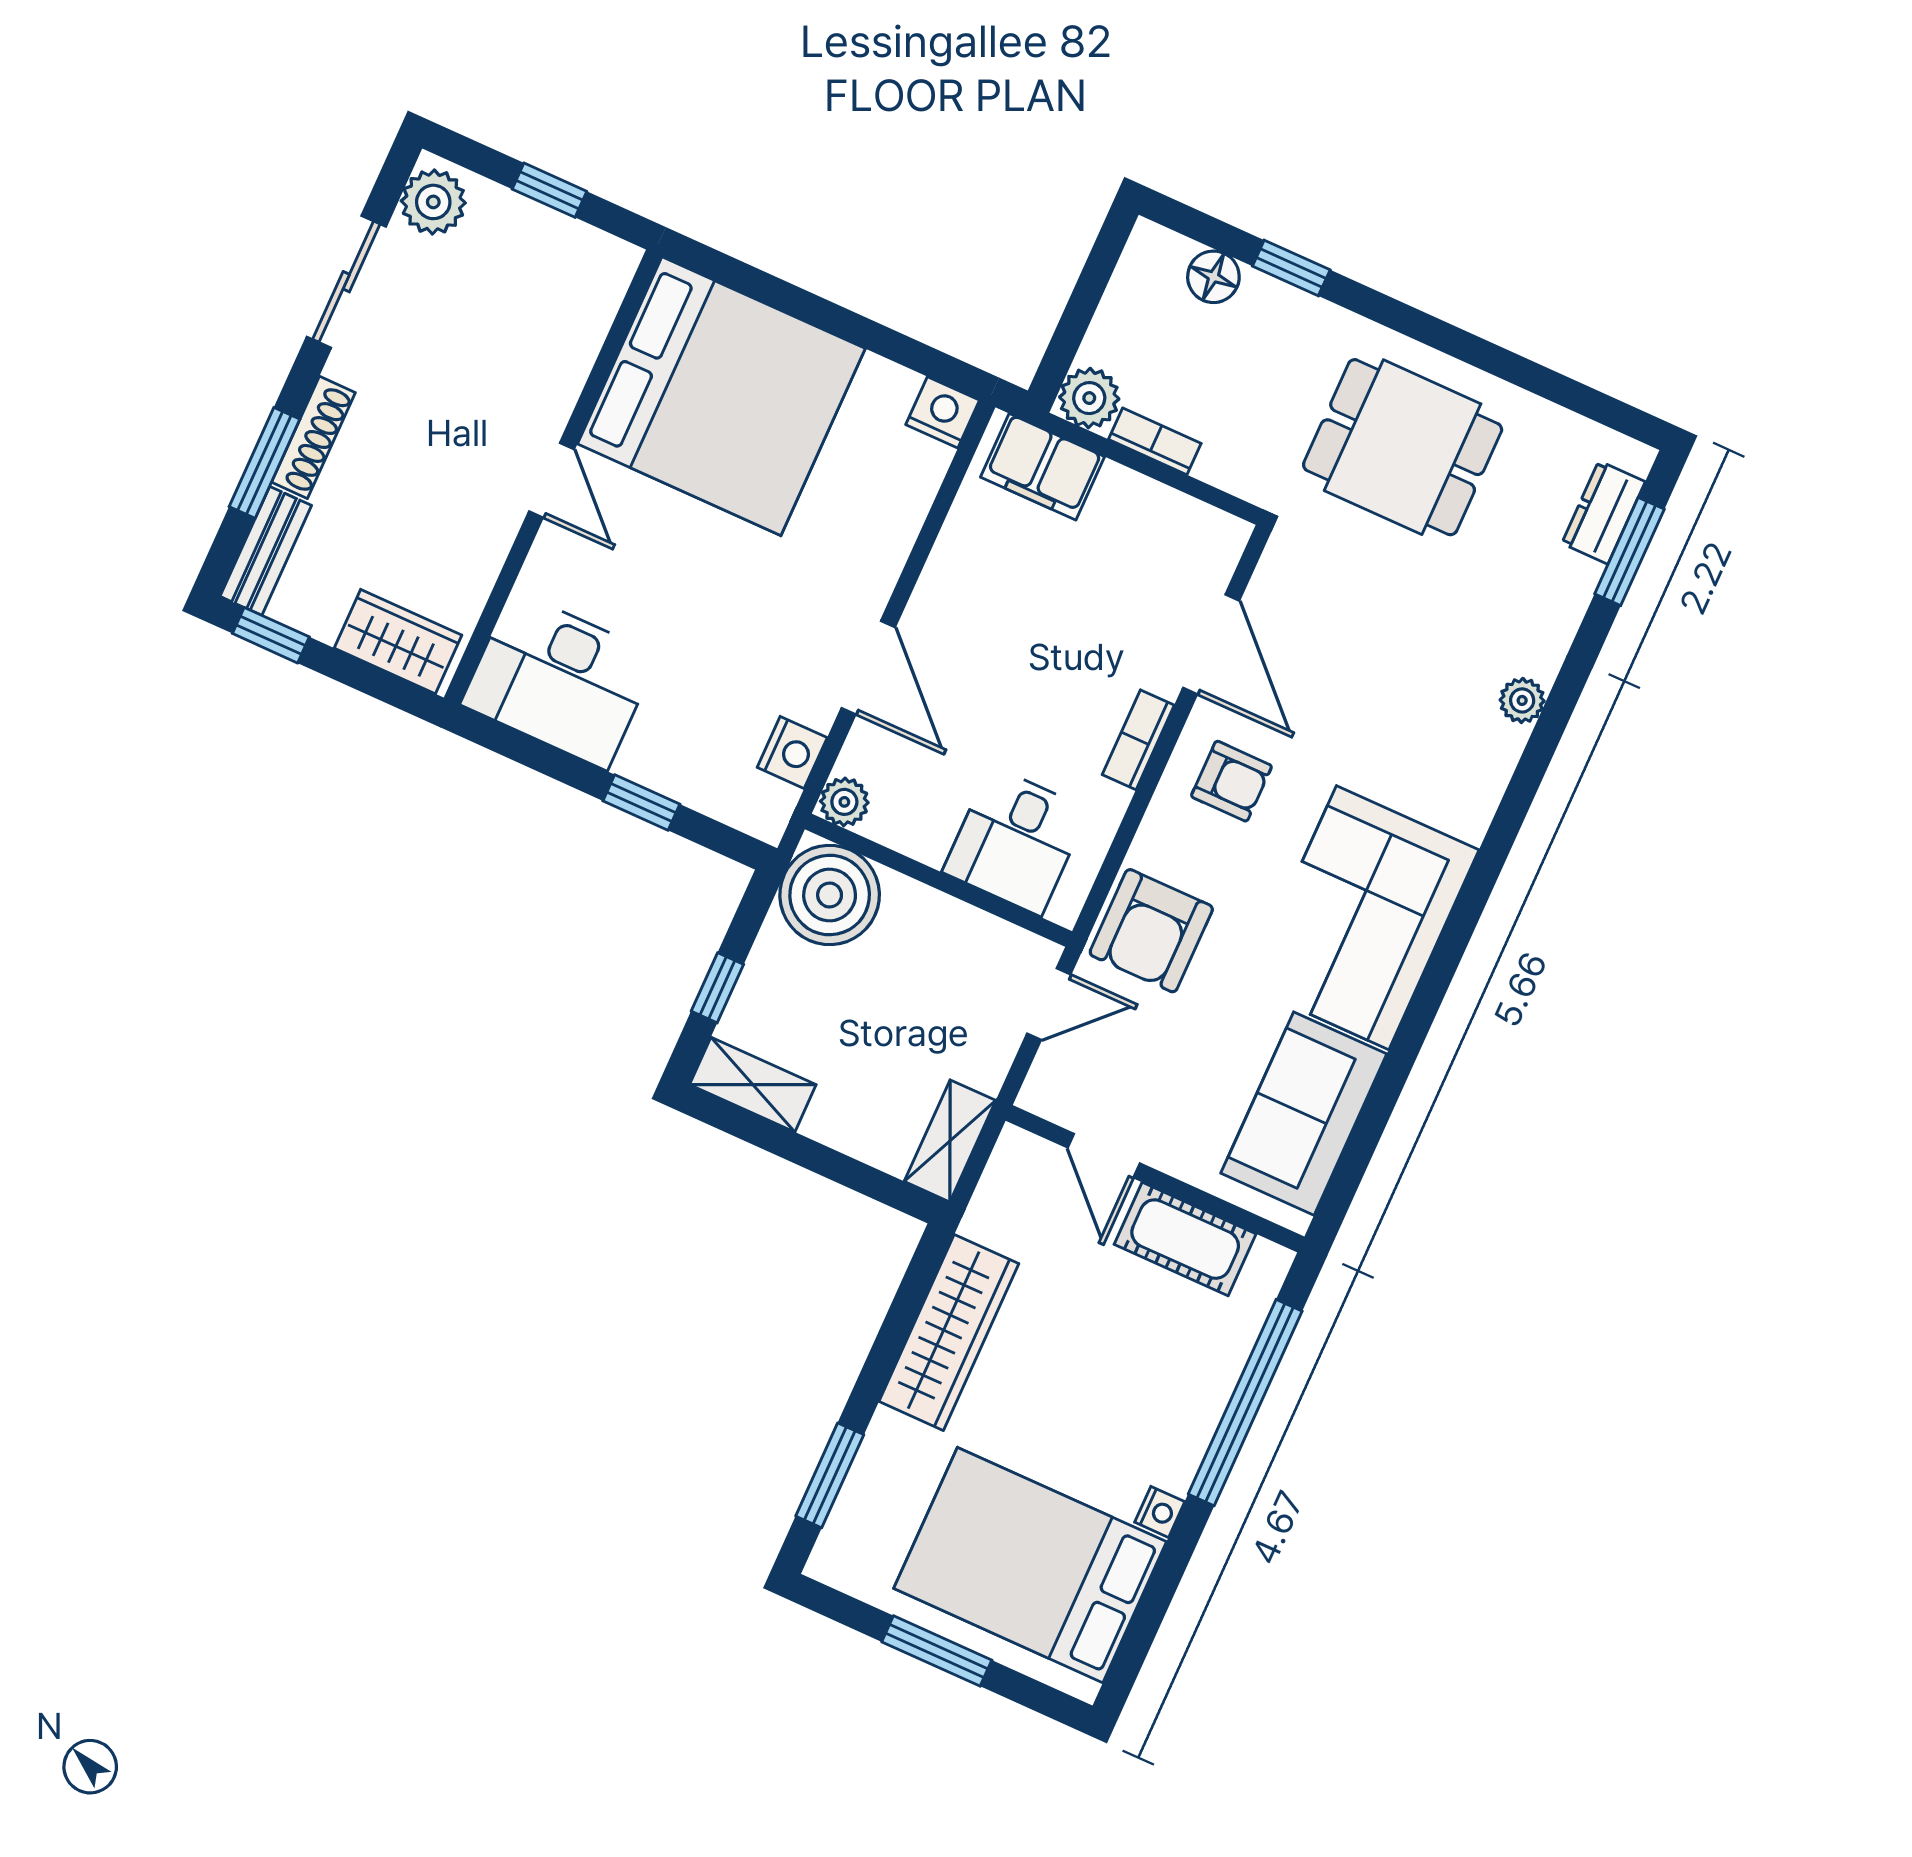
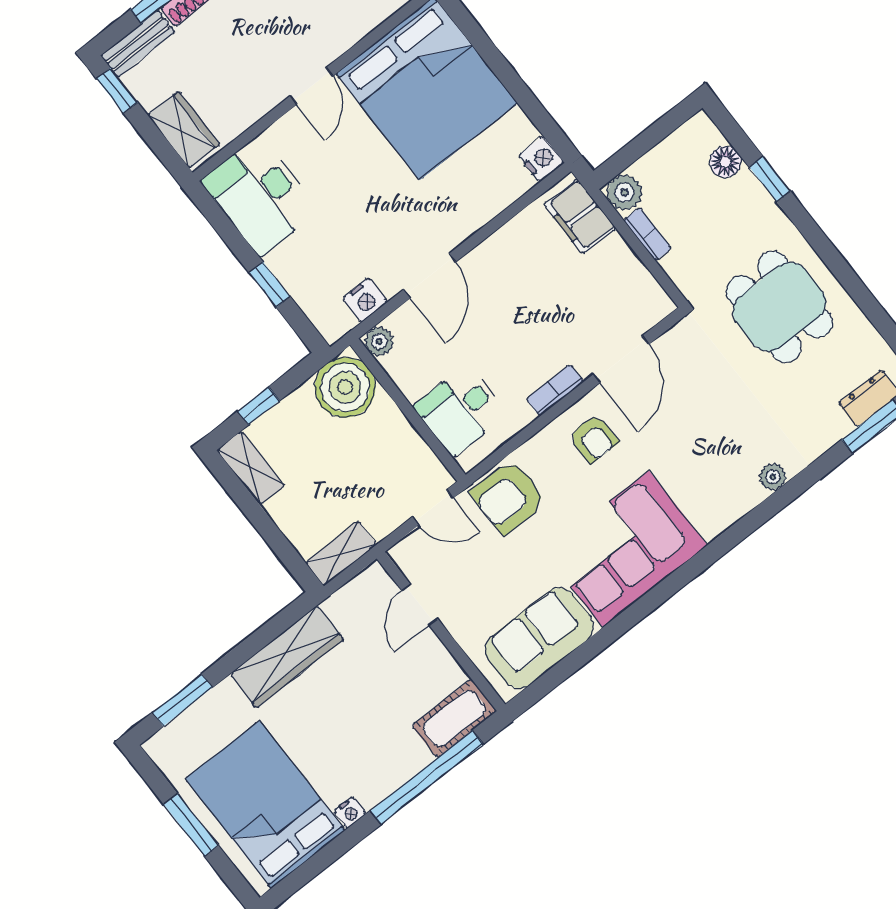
cot: (1185, 1239) -> (454, 718), moved, turned 90

